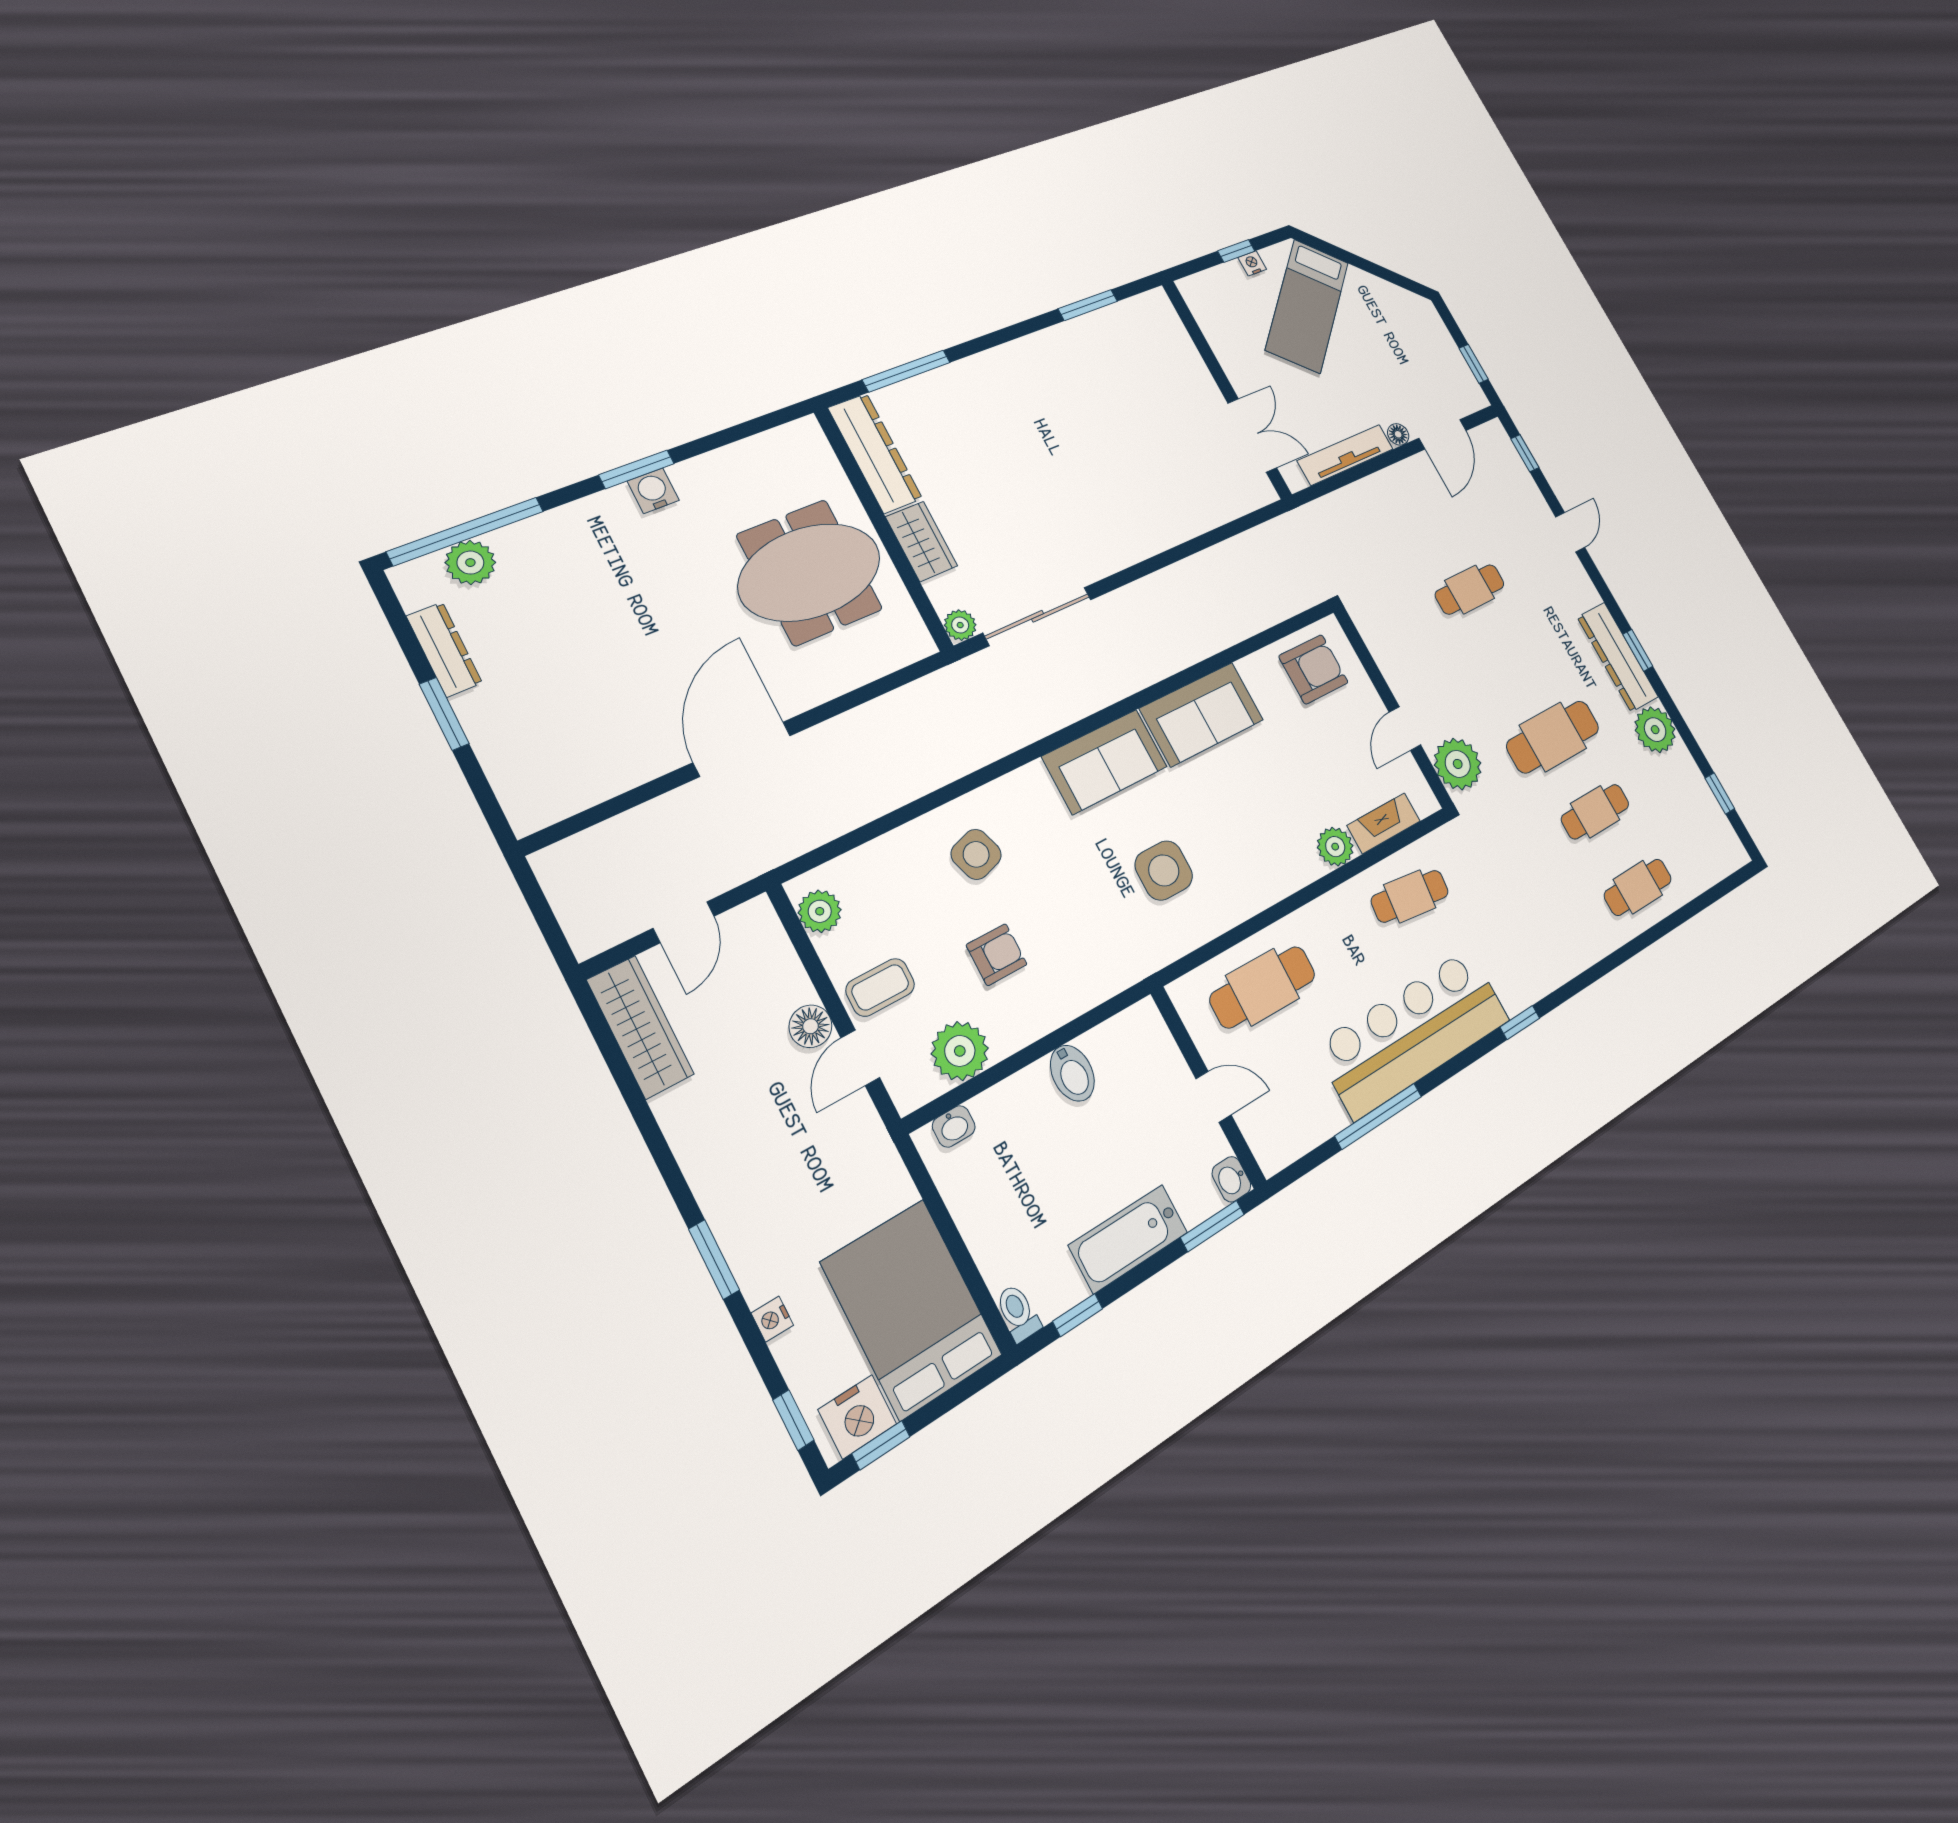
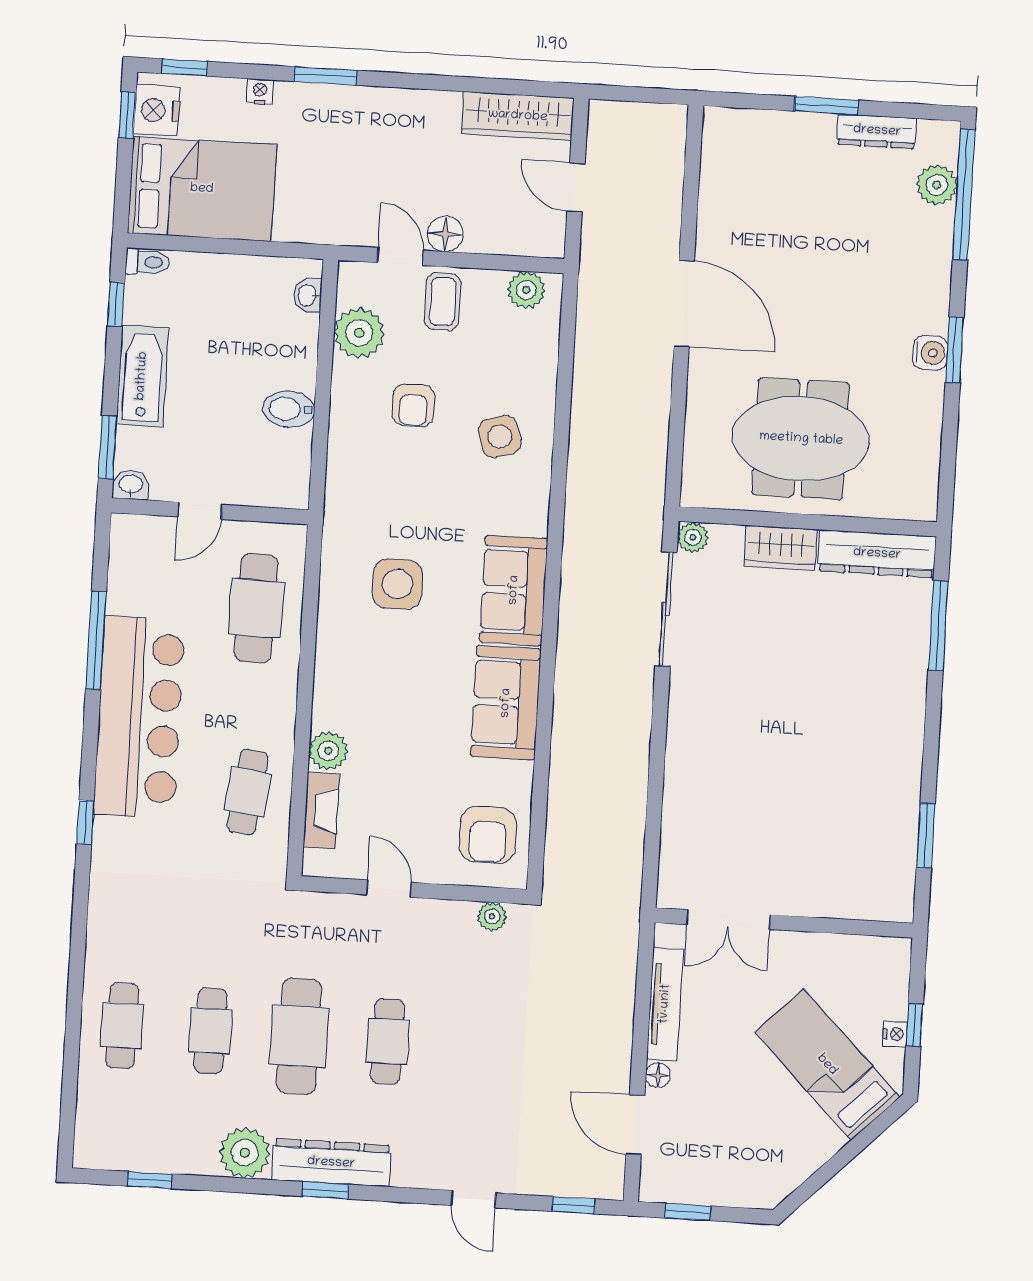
meeting table: (810, 572) -> (801, 439), turned 90
cafe table: (1470, 589) -> (388, 1041), moved
plant: (1458, 764) -> (492, 916), moved, width x0.53, depth x0.53

